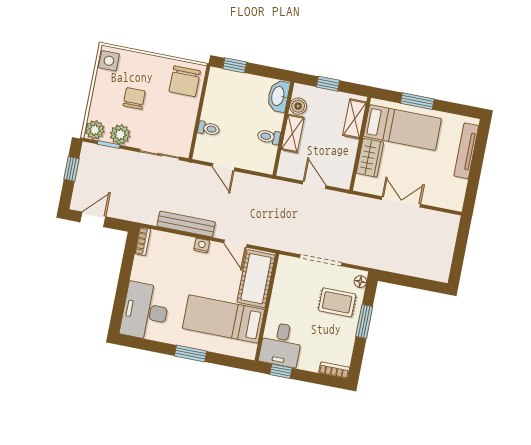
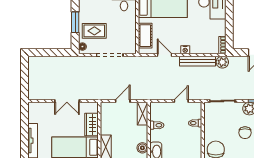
shelving: (293, 133) -> (142, 114), moved
door: (224, 167) -> (181, 101), hinge flipped
door: (314, 185) -> (123, 101), swing flipped
plant: (148, 215) -> (222, 62), added
cot: (256, 279) -> (145, 36), width x0.73, depth x0.75

